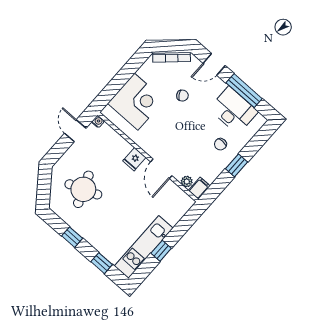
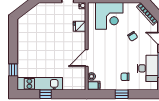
fridge: (134, 159) -> (80, 26), moved
round table: (83, 189) -> (42, 28), removed
window: (72, 237) -> (13, 44), removed

